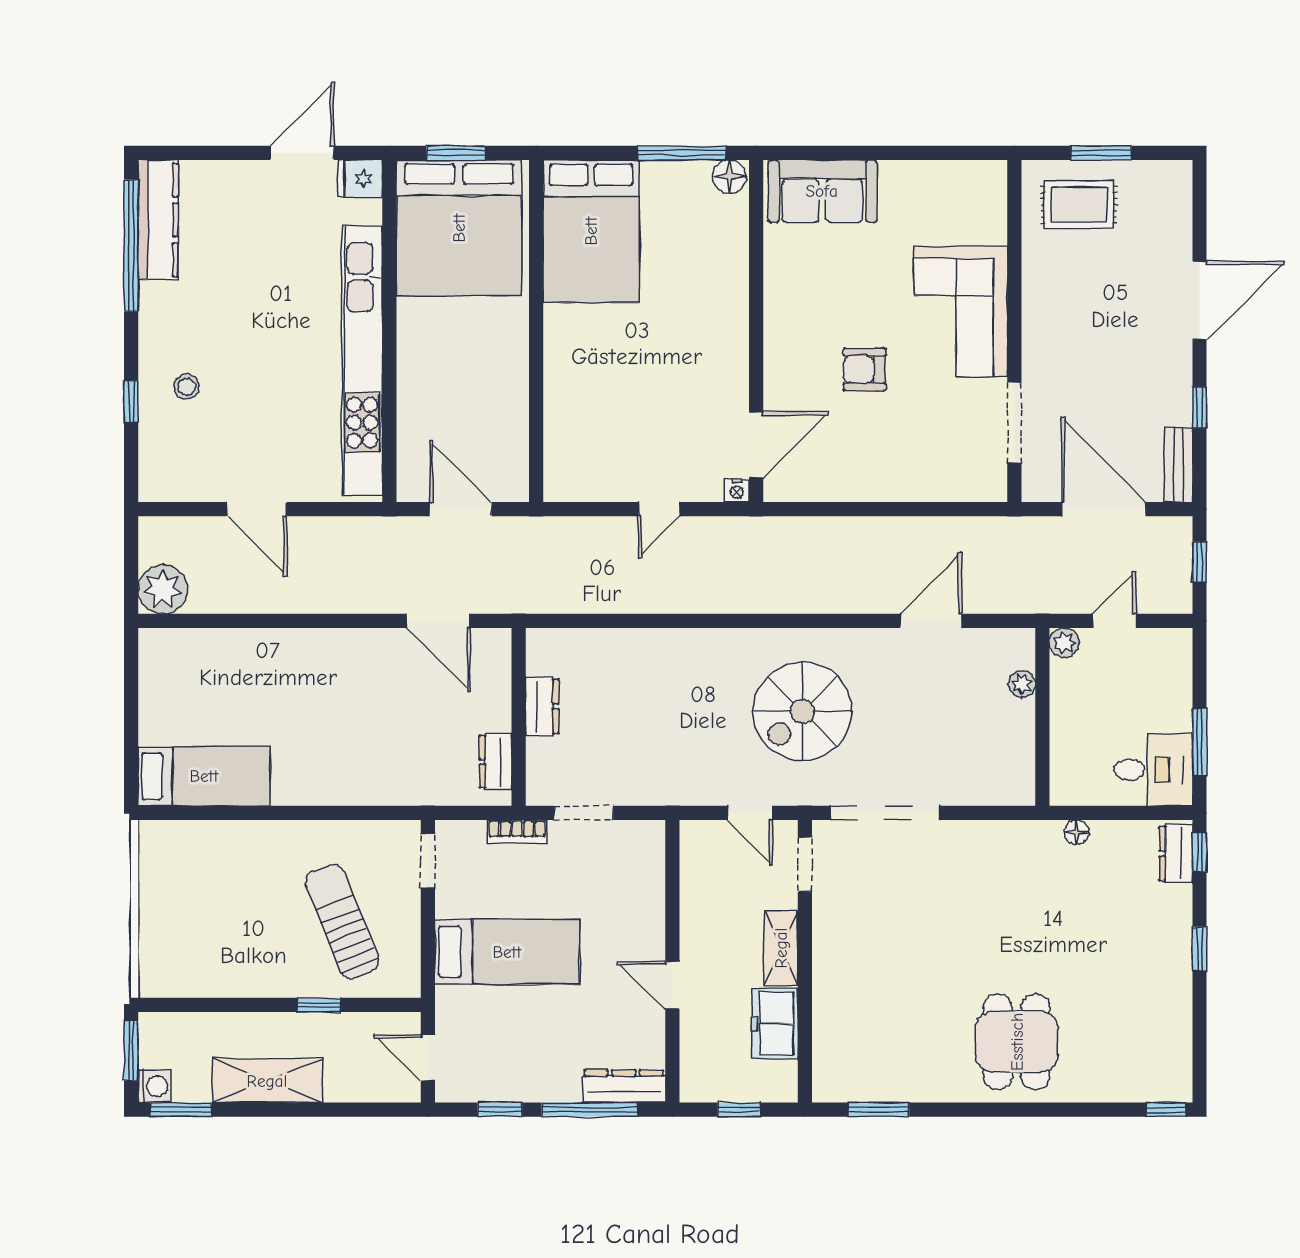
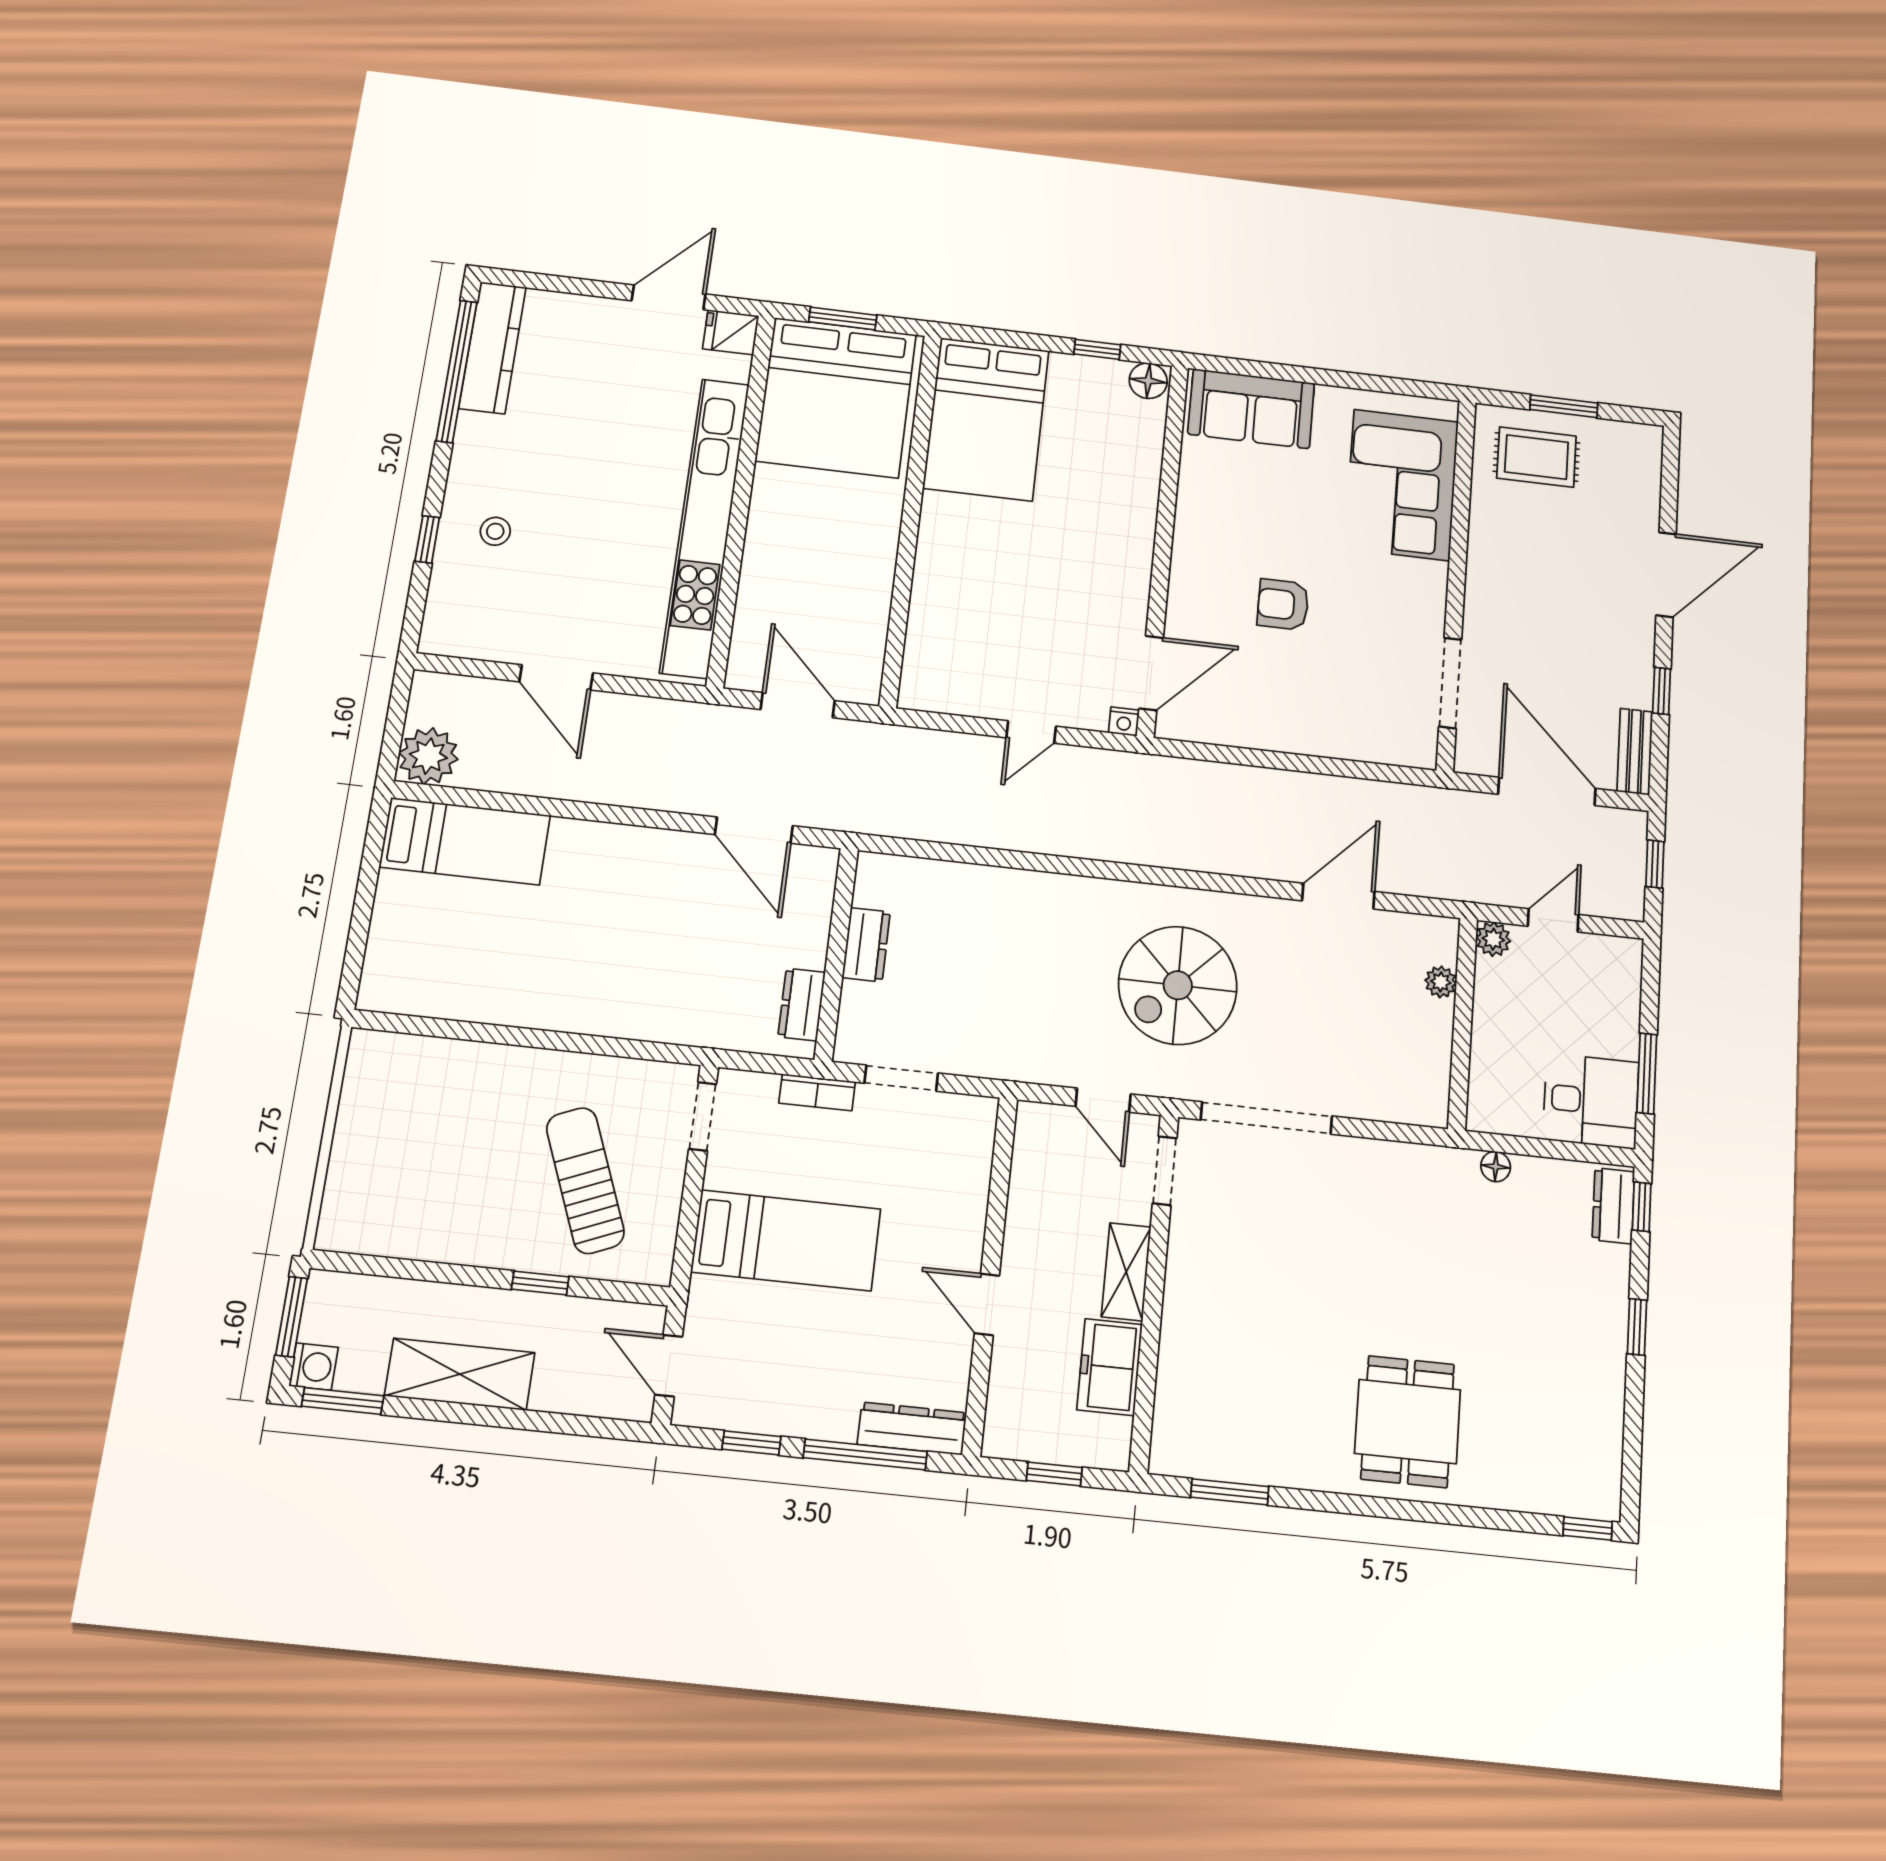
window: (682, 153) -> (1097, 349), width x0.46
corner sofa: (961, 311) -> (1402, 485), moved
bed: (204, 776) -> (465, 841), moved

